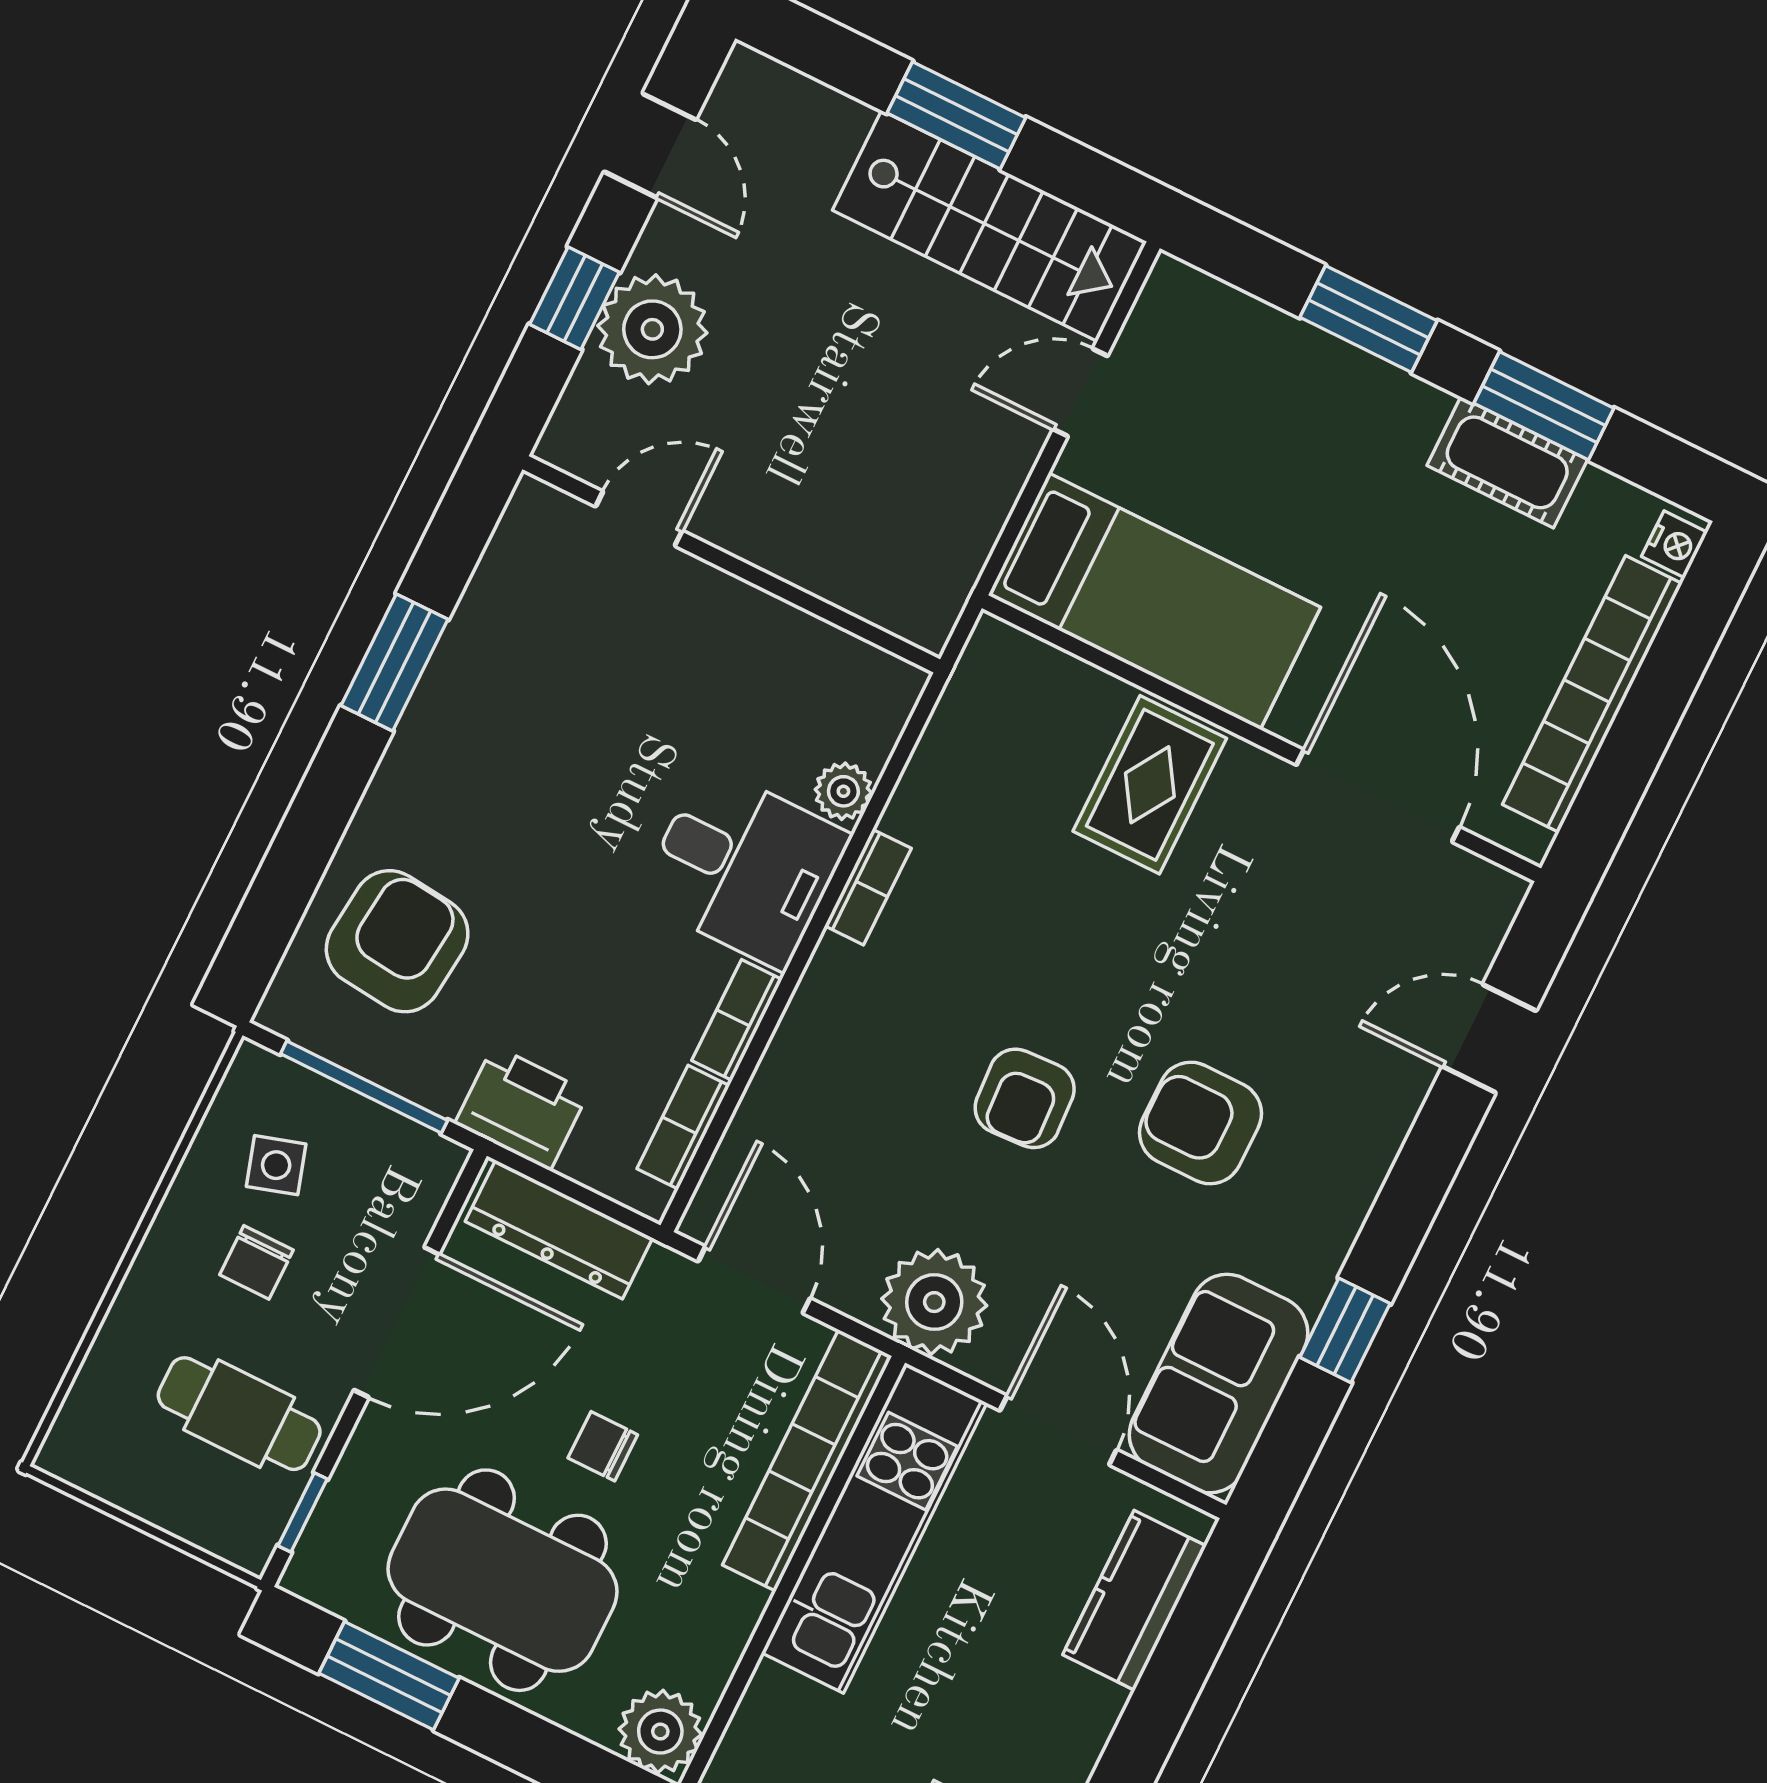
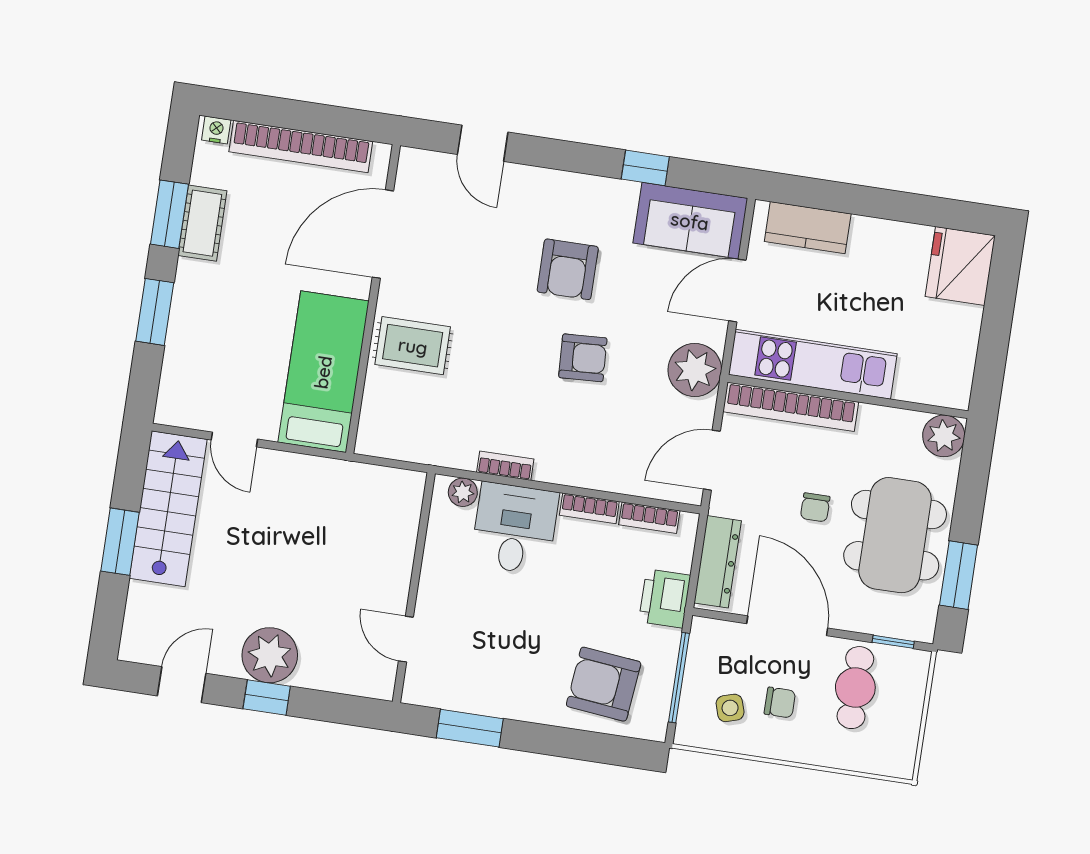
door: (639, 519) -> (406, 639), moved
wall: (731, 564) -> (414, 588), moved

